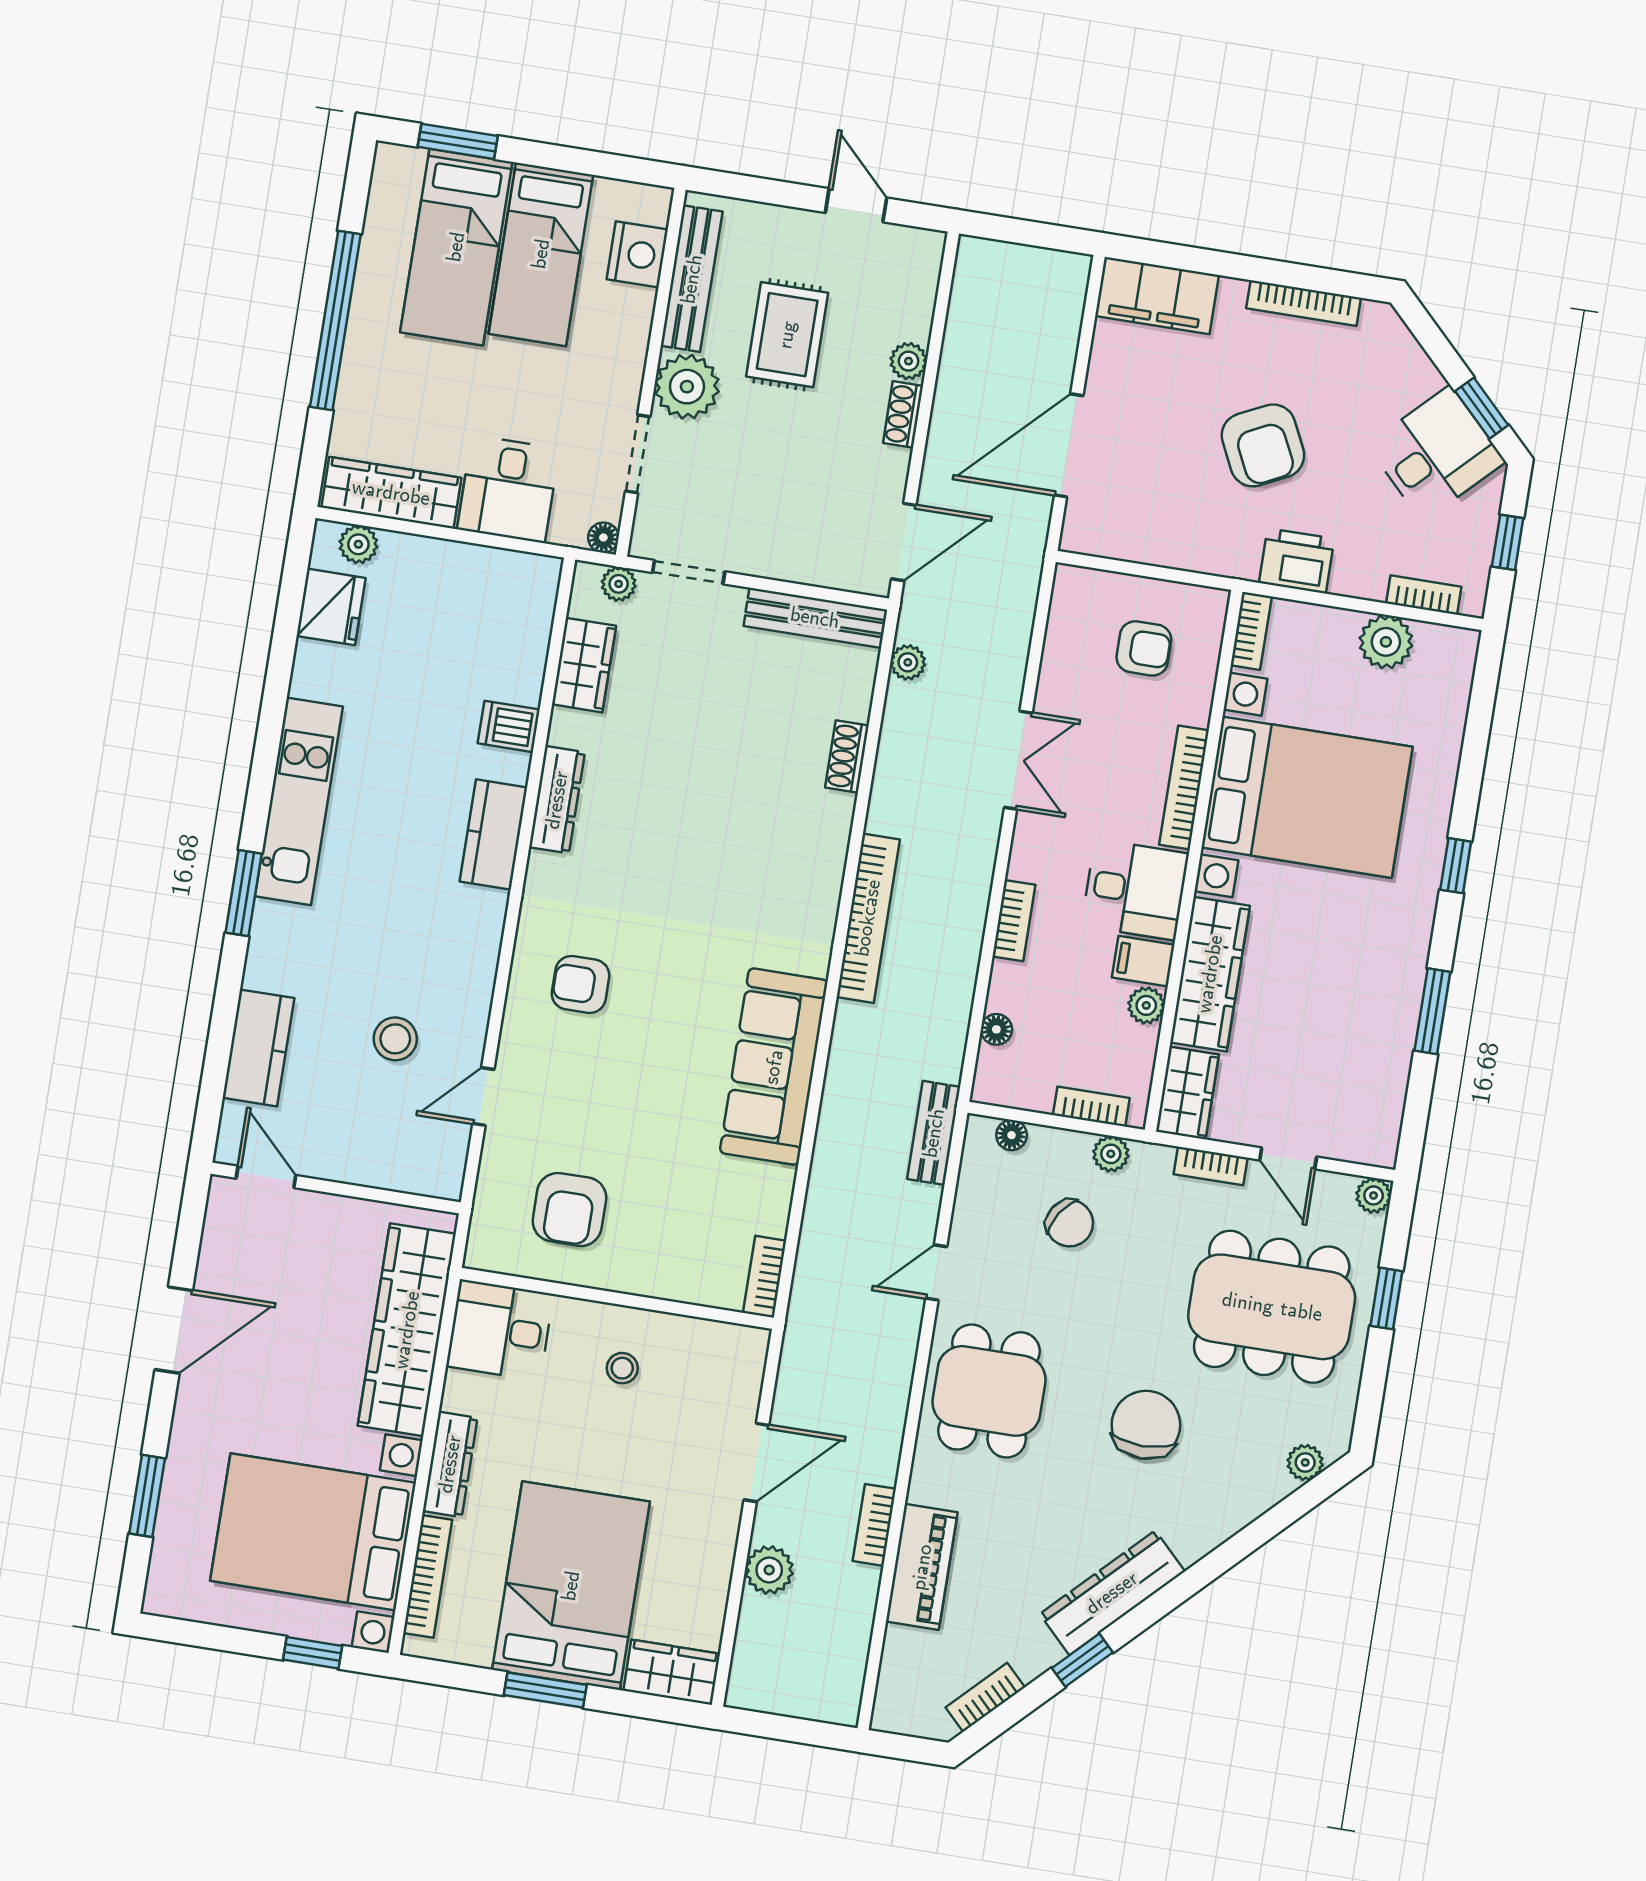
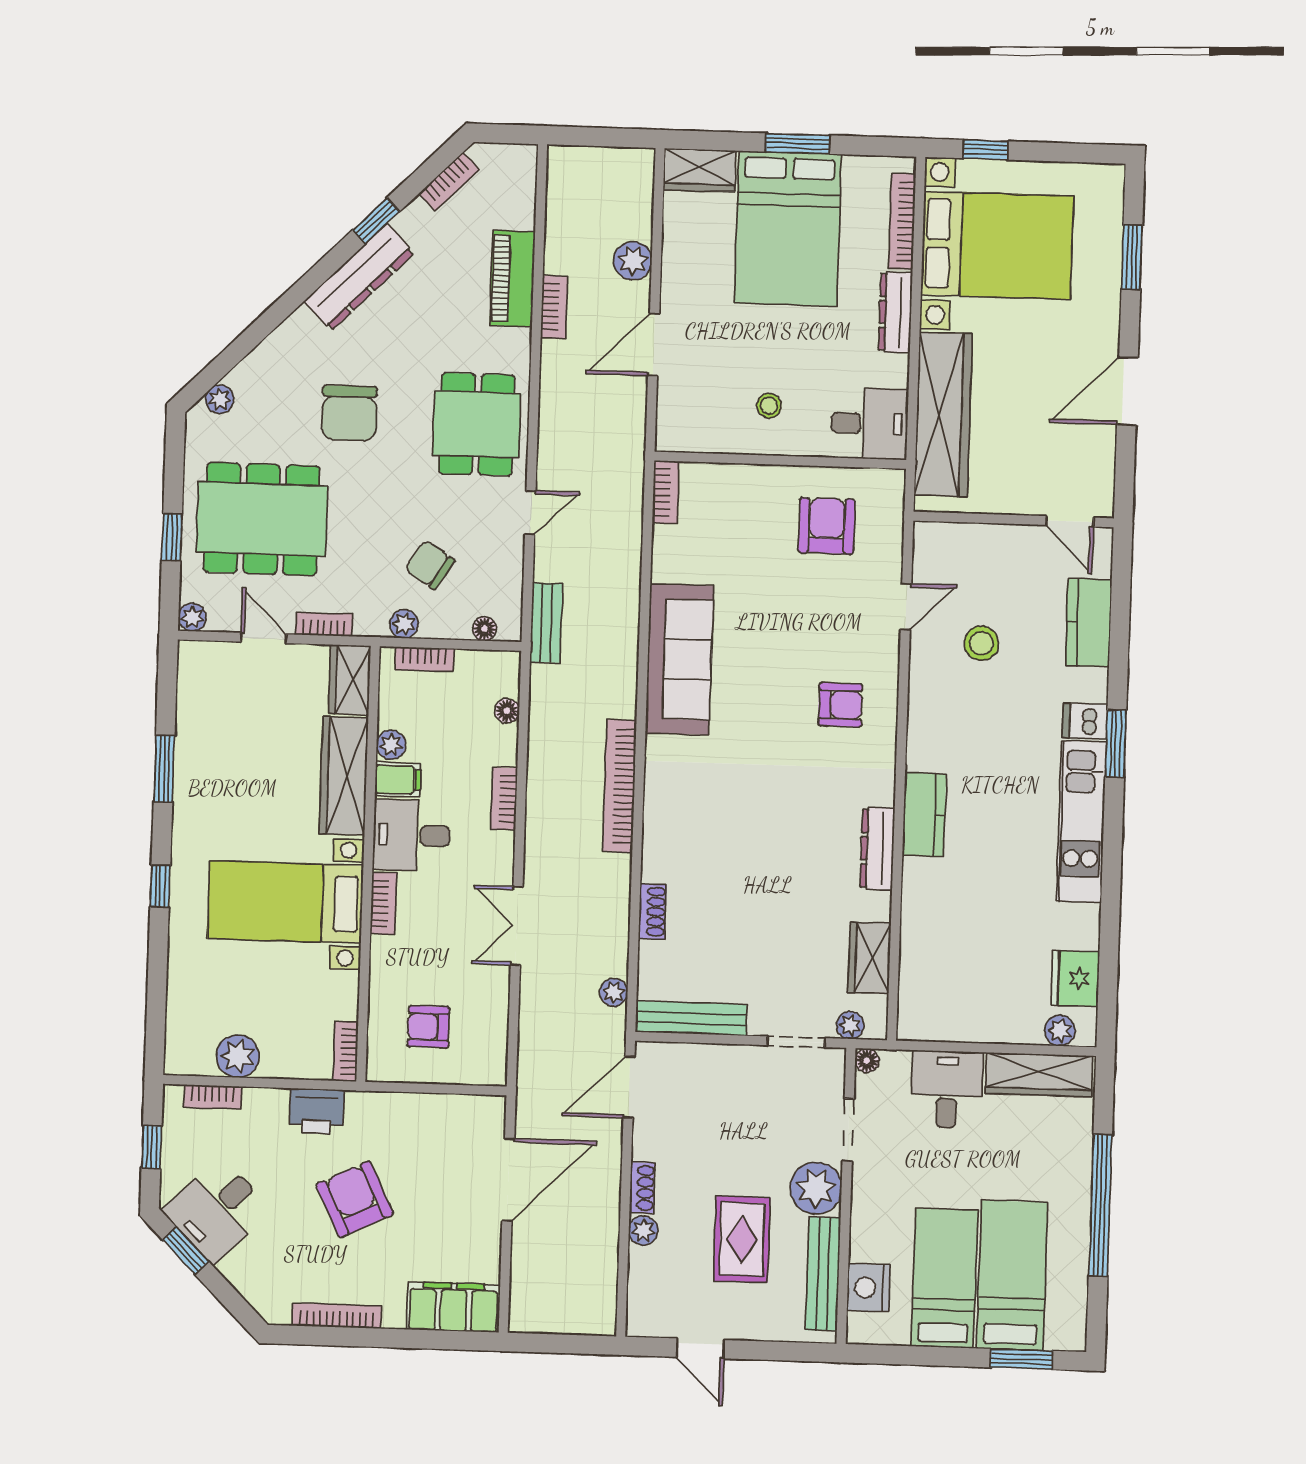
dishwasher: (509, 726) -> (1085, 721), moved, turned 180
bookcase: (1184, 788) -> (383, 903), width x0.64
bed with nightstands: (1307, 797) -> (285, 902), width x0.73

